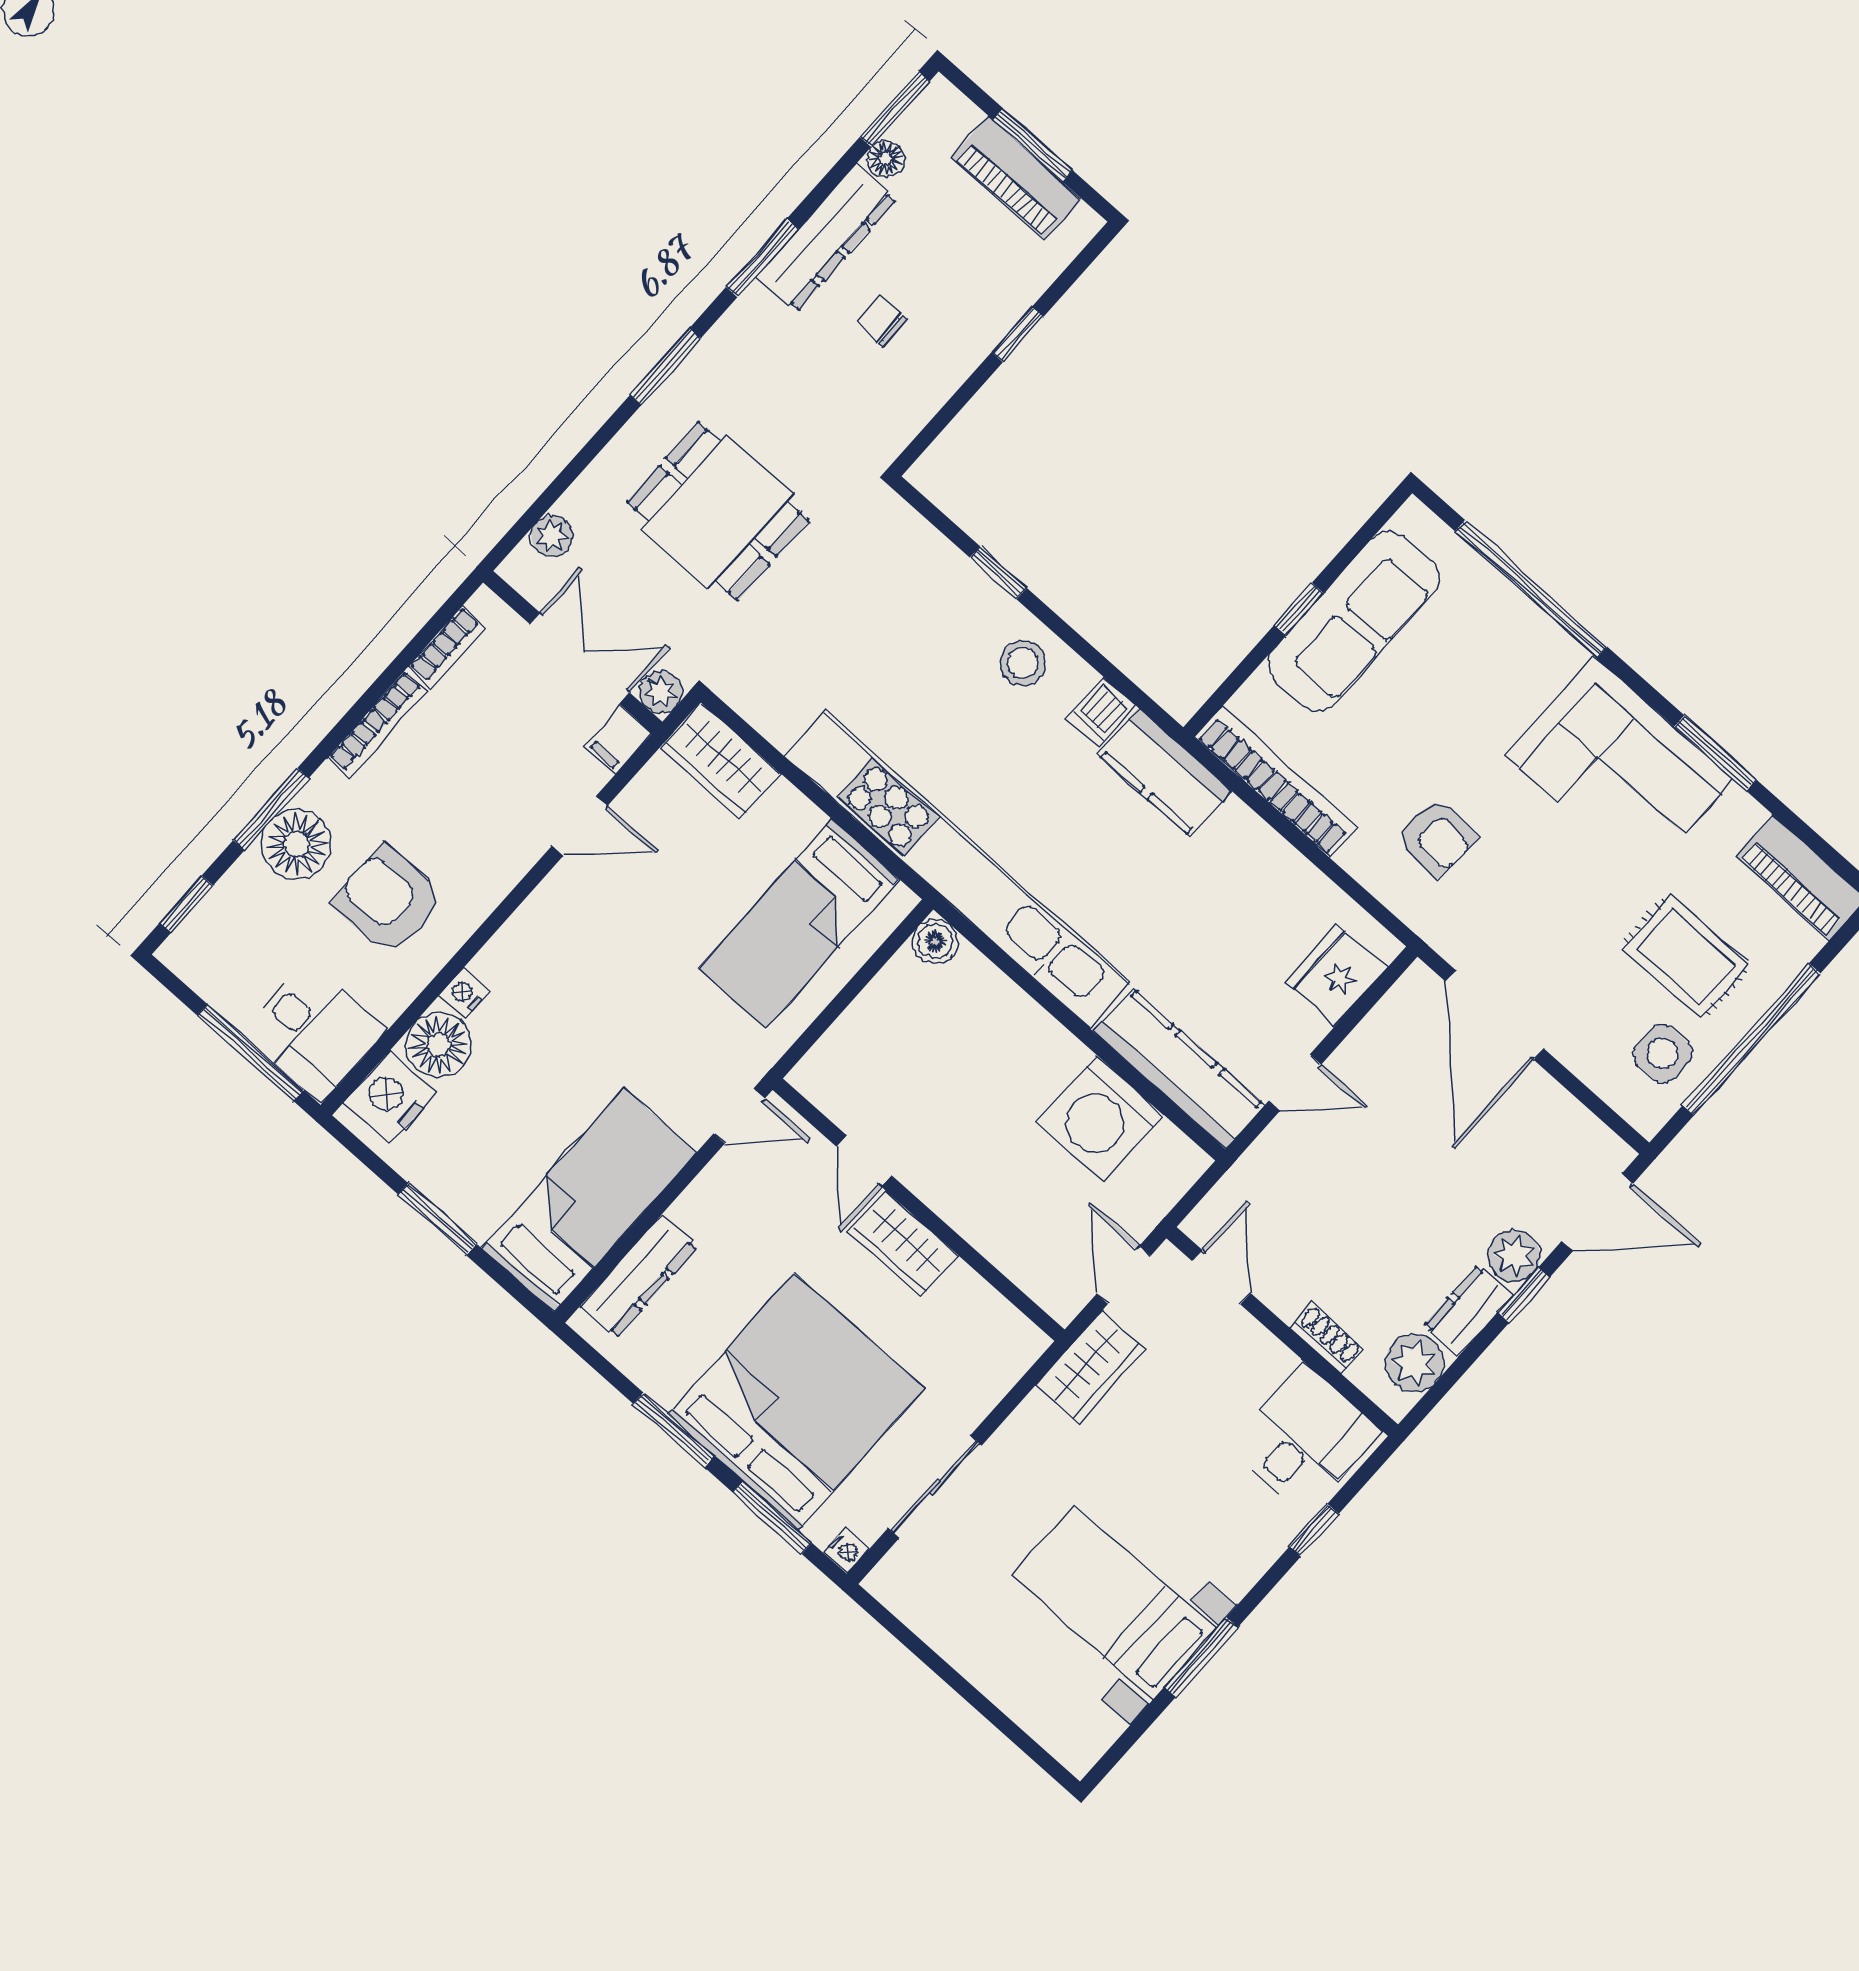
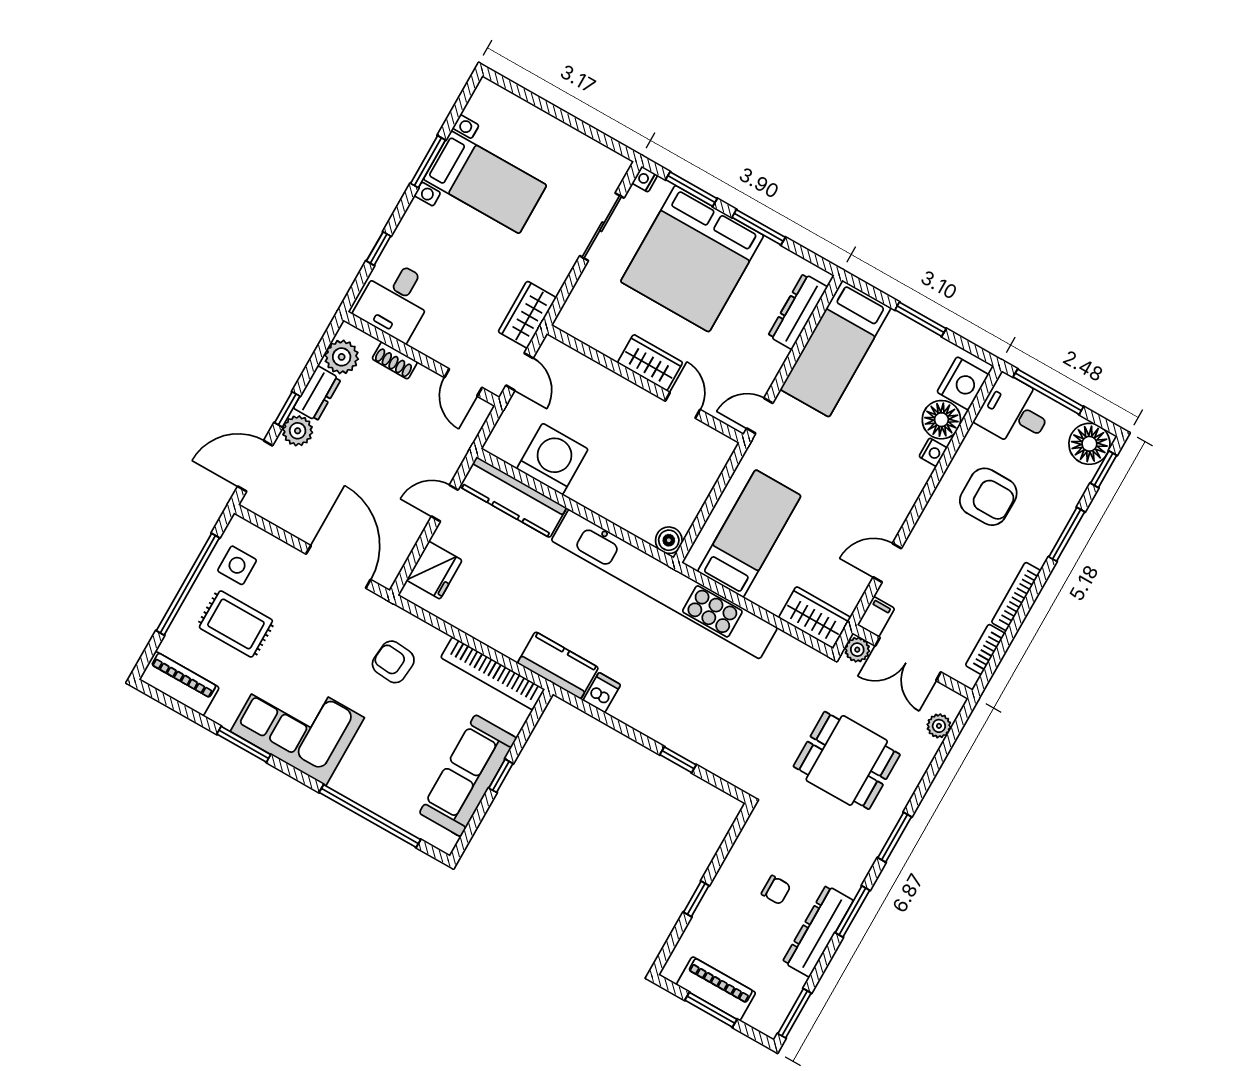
floor lamp: (886, 158) -> (794, 984), removed
stool: (1023, 663) -> (653, 711), removed
floor lamp: (296, 844) -> (1089, 444), moved

